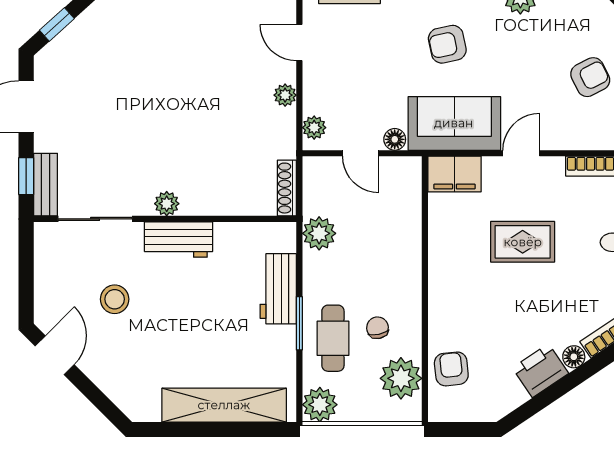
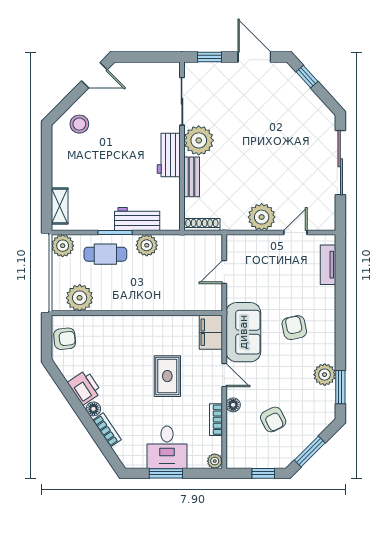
plant: (285, 95) -> (262, 217), width x1.87, depth x1.87
plant: (314, 128) -> (241, 242), removed
floor lamp: (395, 139) -> (233, 405), moved
bench: (46, 185) -> (192, 177), moved, turned 90
plant: (167, 204) -> (199, 140), width x1.88, depth x1.88
plant: (319, 233) -> (147, 245), moved
stool: (115, 299) -> (79, 124), moved
chair: (378, 328) -> (112, 283), removed
armchair: (451, 369) -> (65, 339), moved
shelving: (224, 405) -> (60, 206), width x0.45, depth x0.75

